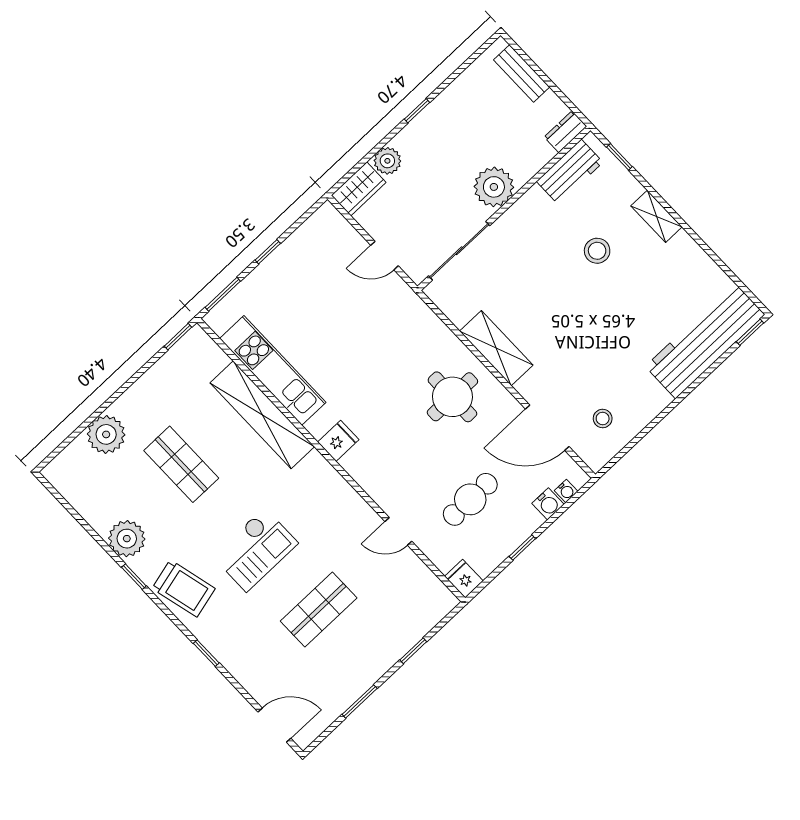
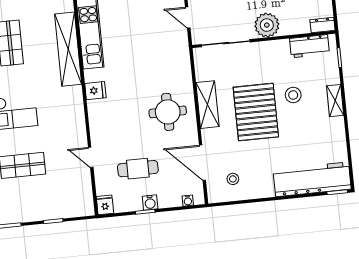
pallet: (566, 310) -> (256, 112), added
water cooler: (548, 504) -> (150, 203), moved

